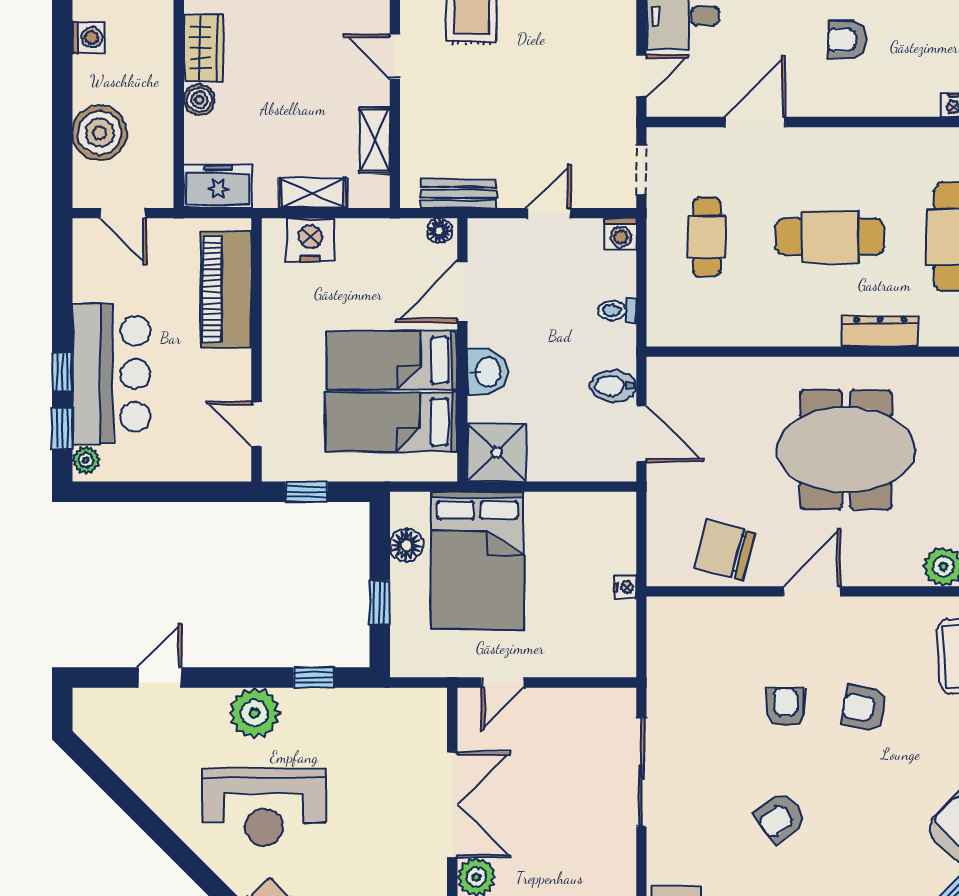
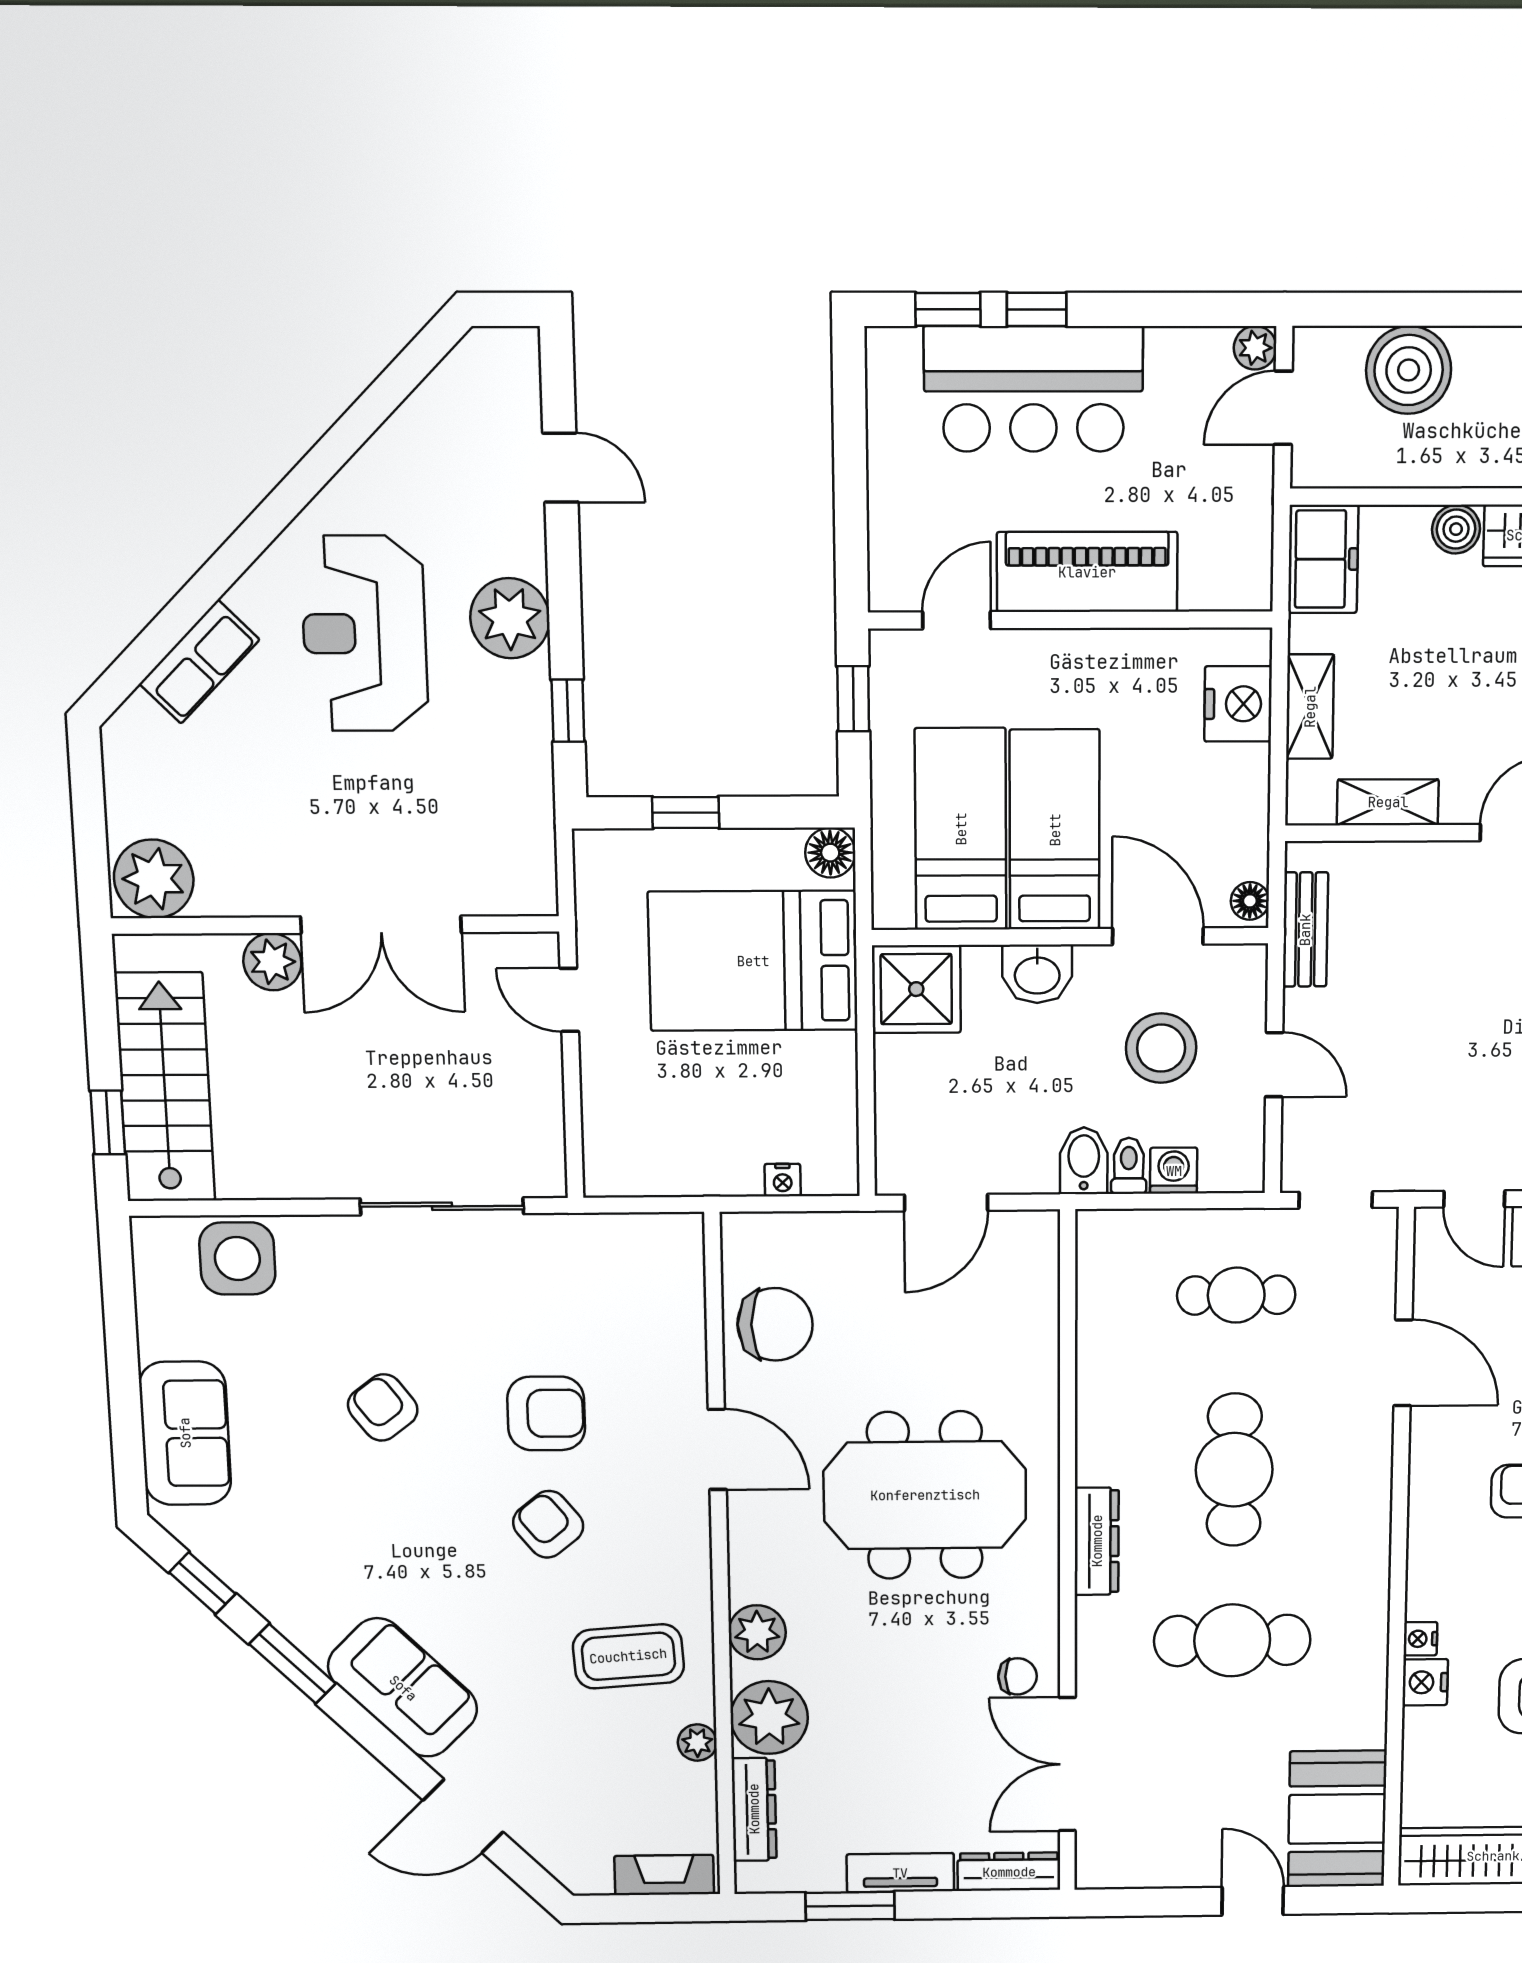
washing machine: (621, 234) -> (1174, 1171), moved, turned 90
piano: (226, 289) -> (1087, 572), moved
stool: (537, 289) -> (1161, 1048), added
bidet: (613, 386) -> (1084, 1161), moved
meeting table: (846, 450) -> (925, 1495), turned 90
plant: (86, 460) -> (1255, 348), moved
floor lamp: (406, 545) -> (830, 853), moved
chair: (725, 550) -> (775, 1324), turned 75
nightstand: (625, 587) -> (783, 1180), moved
armchair: (786, 707) -> (546, 1413), width x1.38, depth x1.38
armchair: (864, 708) -> (548, 1524), turned -49

